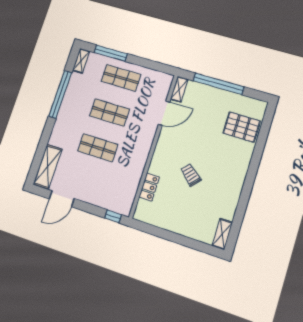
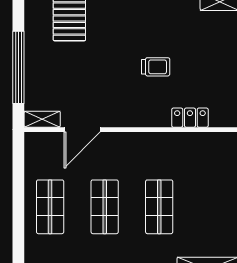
window: (111, 53) -> (18, 234), removed
door: (164, 113) -> (82, 130), swing flipped
trolley: (191, 175) -> (156, 67), turned -131

